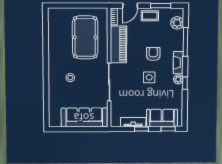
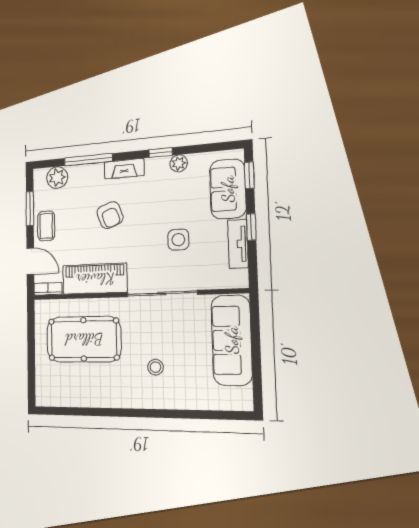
armchair: (153, 54) -> (110, 215), turned -110
side table: (149, 77) -> (178, 240), moved
plant: (178, 79) -> (179, 163), moved

